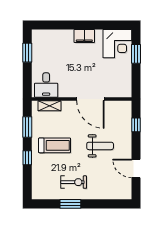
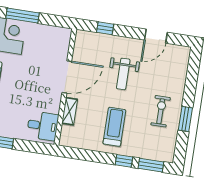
window: (136, 54) -> (23, 16), width x1.44
shelving: (49, 106) -> (70, 111), moved
window: (27, 127) -> (151, 165), moved
weight bench: (100, 146) -> (123, 74), turned 180

